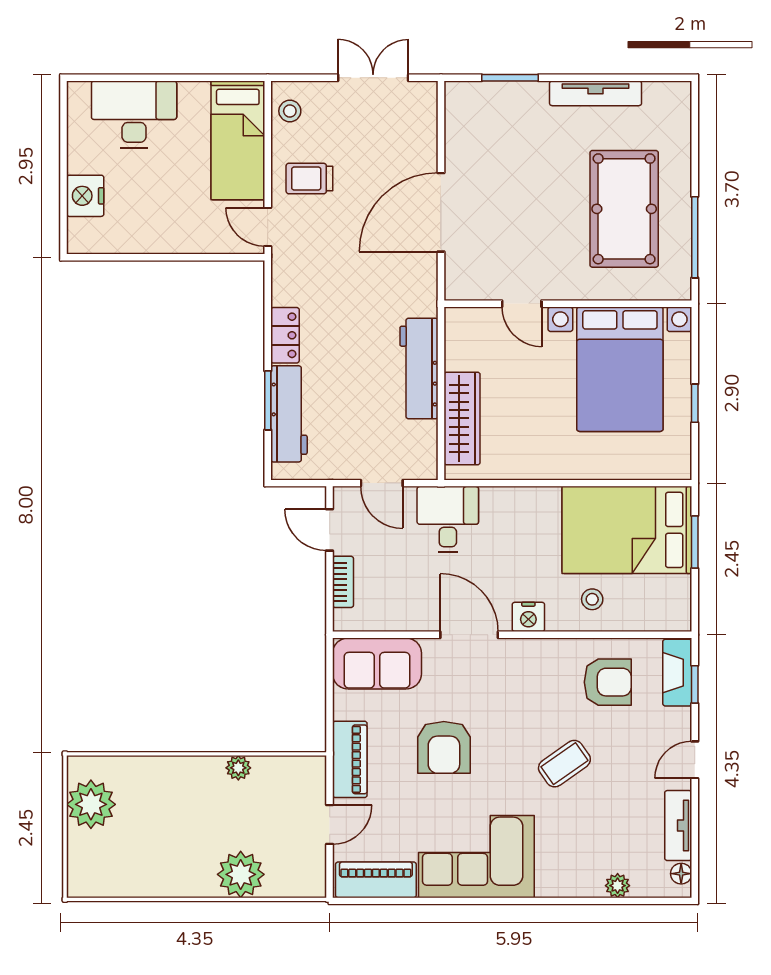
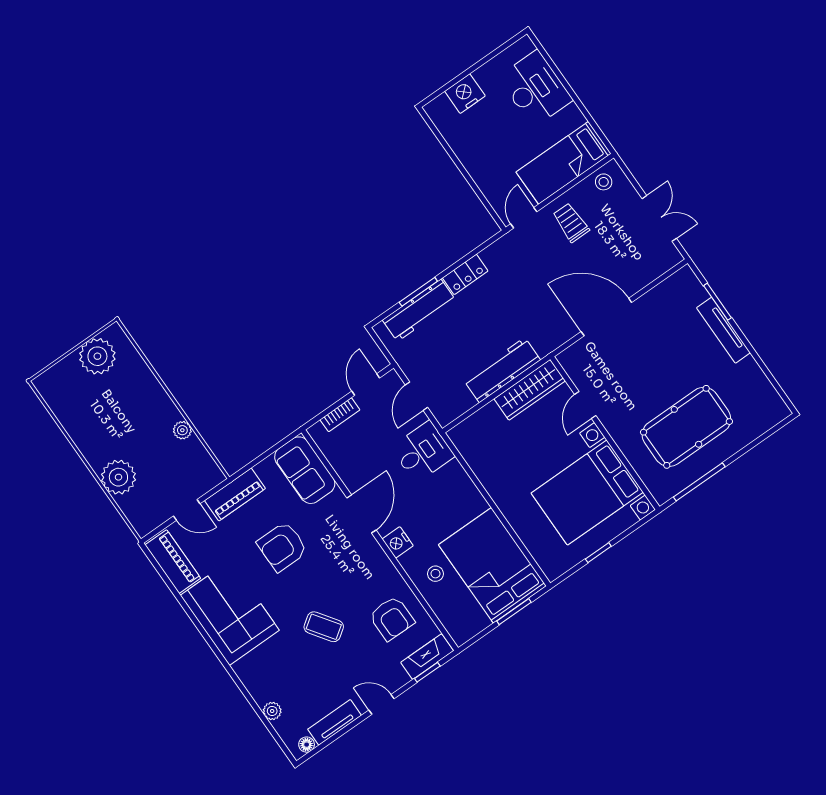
tv unit: (596, 93) -> (723, 330), moved
wardrobe: (462, 418) -> (530, 390), moved

